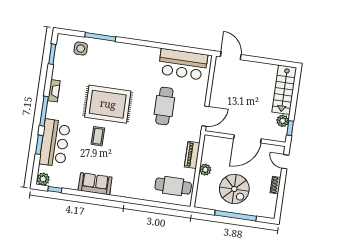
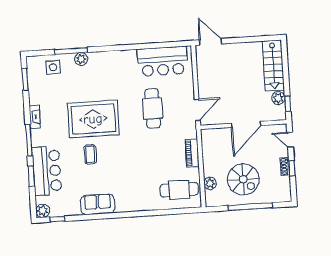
plant: (108, 46) -> (81, 59), added
plant: (205, 170) -> (210, 183), moved
window: (281, 188) -> (292, 168), added

